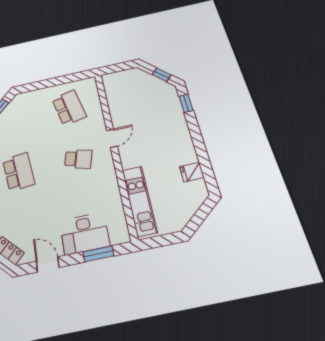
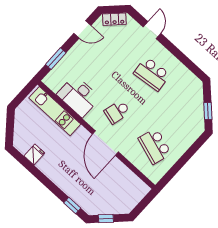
school desk: (69, 108) -> (155, 146), turned 30
door: (112, 138) -> (105, 143), width x1.87
desk: (85, 233) -> (78, 96), moved, turned -90

